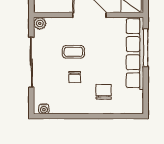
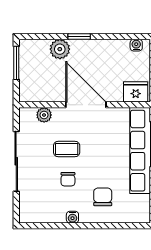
plant: (40, 23) -> (44, 115), moved
water cooler: (44, 109) -> (72, 217), moved

